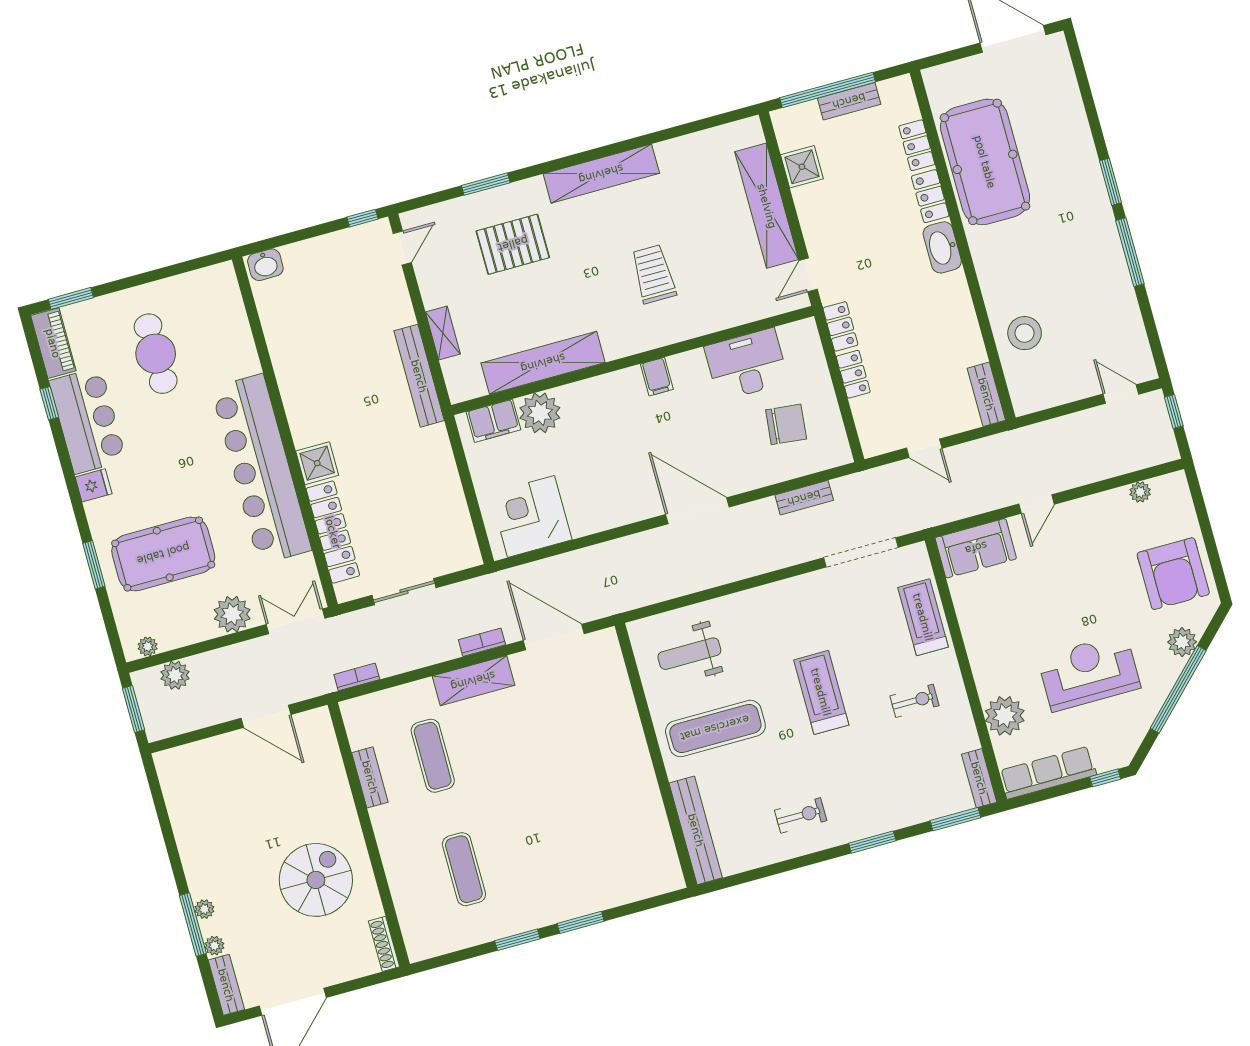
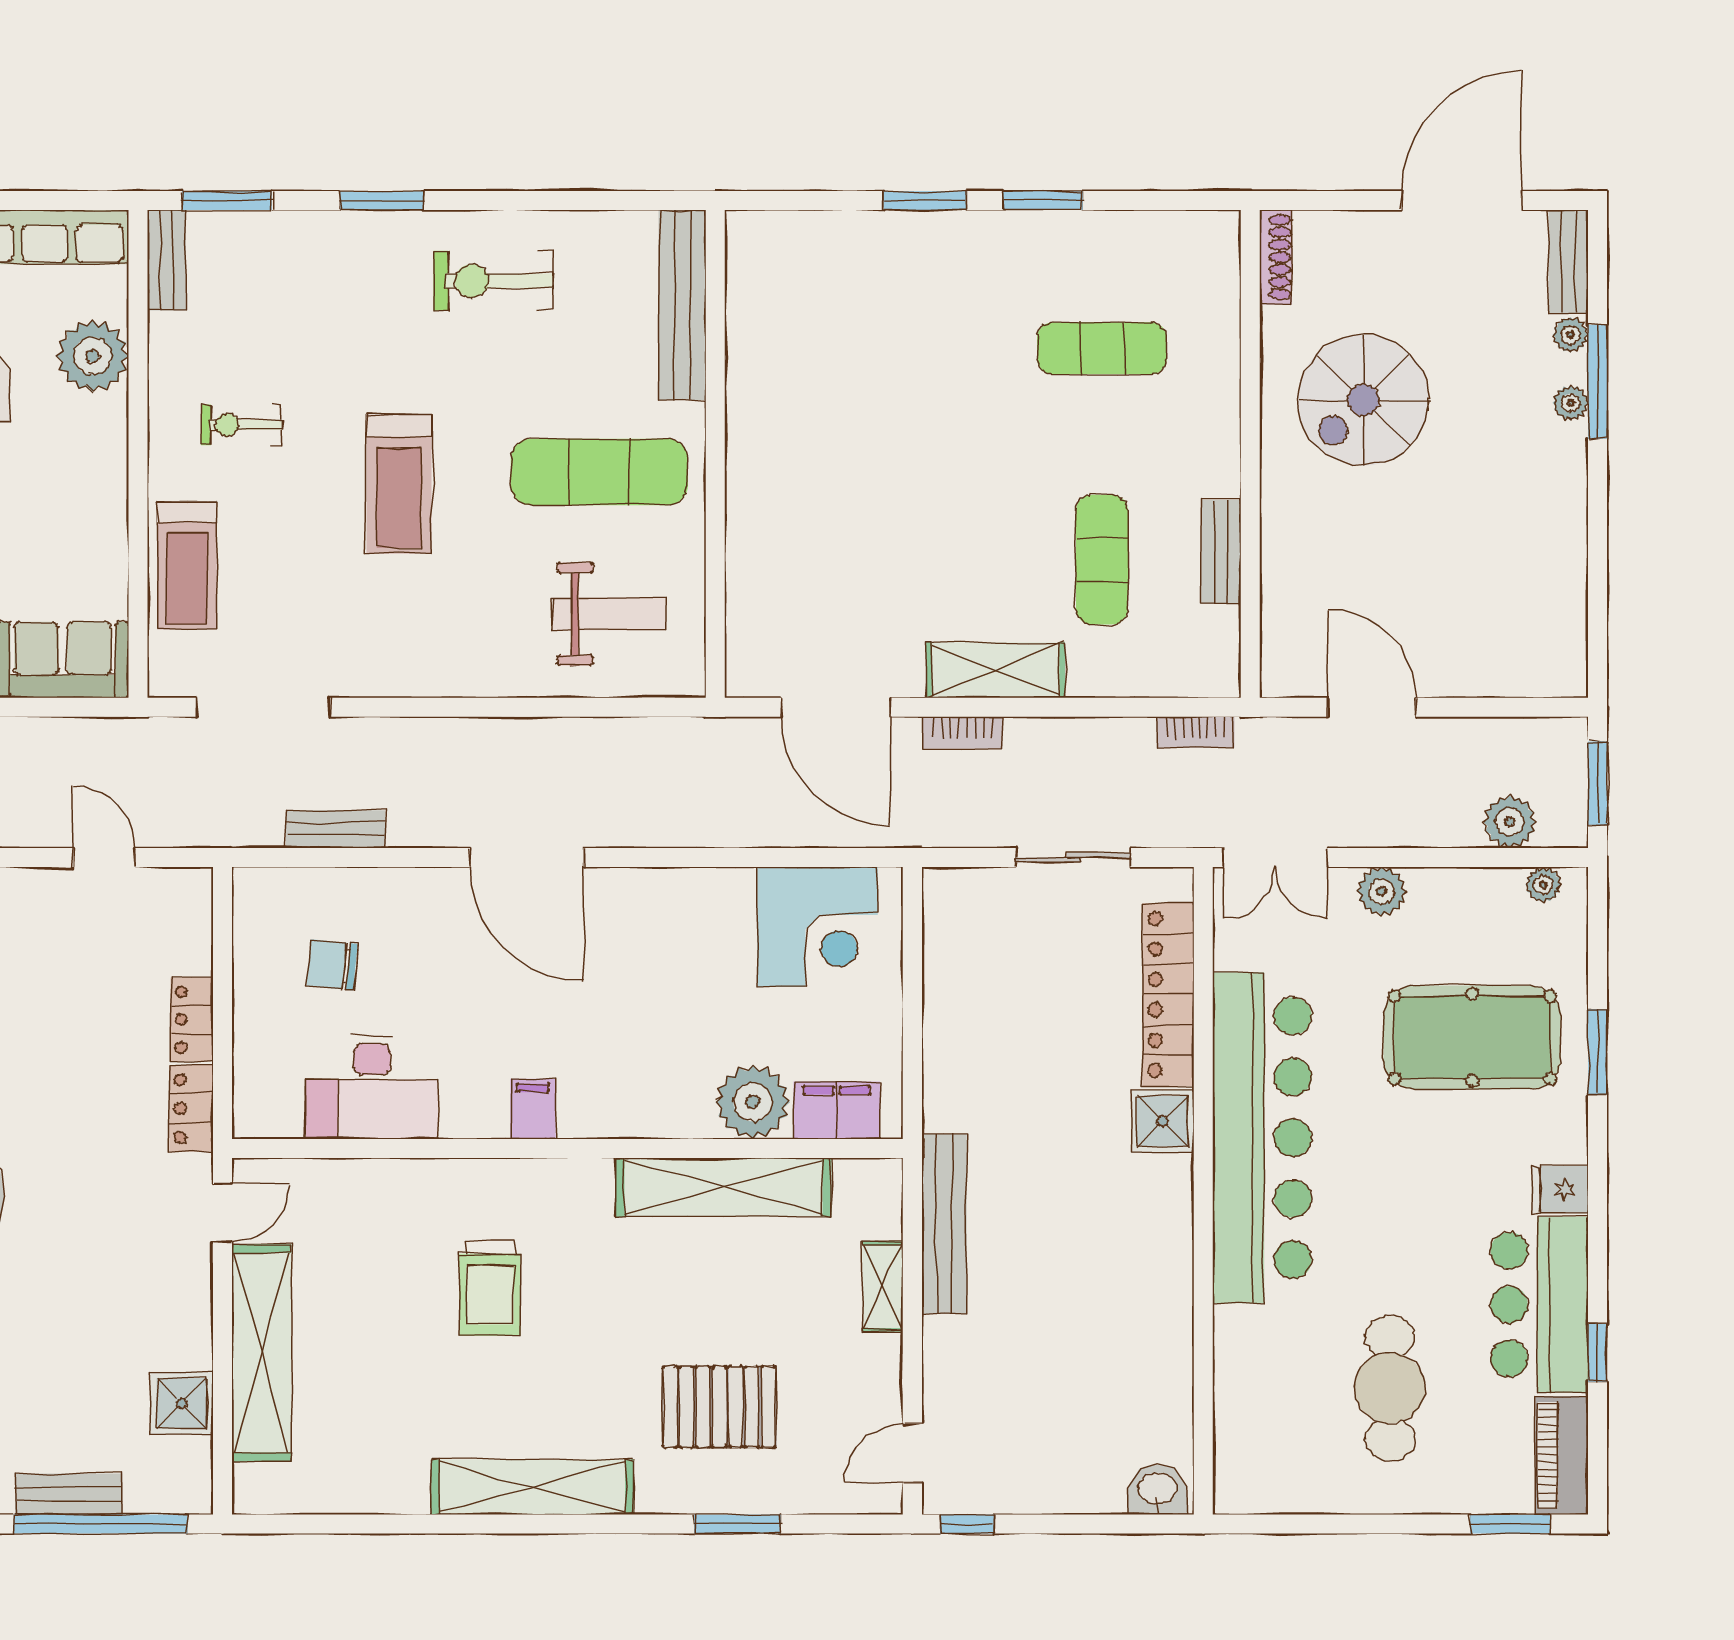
chair: (786, 424) -> (332, 965), width x0.73, depth x0.73
plant: (232, 614) -> (1382, 891), width x0.73, depth x0.73
exercise bike: (801, 815) -> (493, 281), width x1.38, depth x1.39
exercise mat: (464, 869) -> (1102, 348), turned 90

